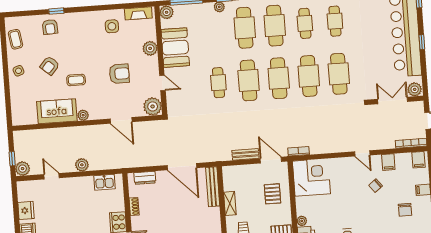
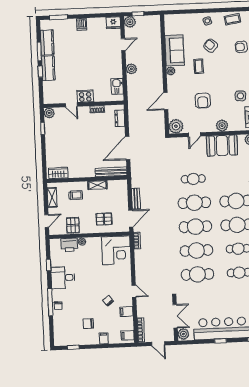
door: (362, 153) -> (134, 291), swing flipped
fridge: (26, 210) -> (113, 23), moved

